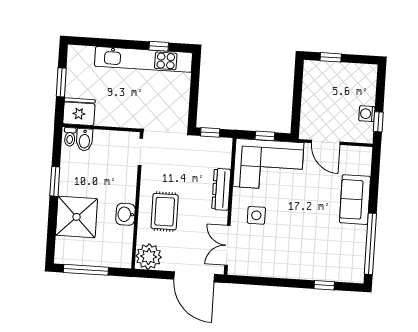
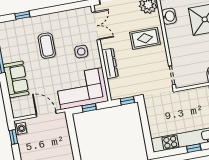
window: (159, 46) -> (194, 148), moved
washing machine: (367, 114) -> (21, 129), moved
rug: (165, 212) -> (145, 38), turned 90
washbasin: (125, 214) -> (169, 16), moved
coffee table: (302, 235) -> (47, 46), added

